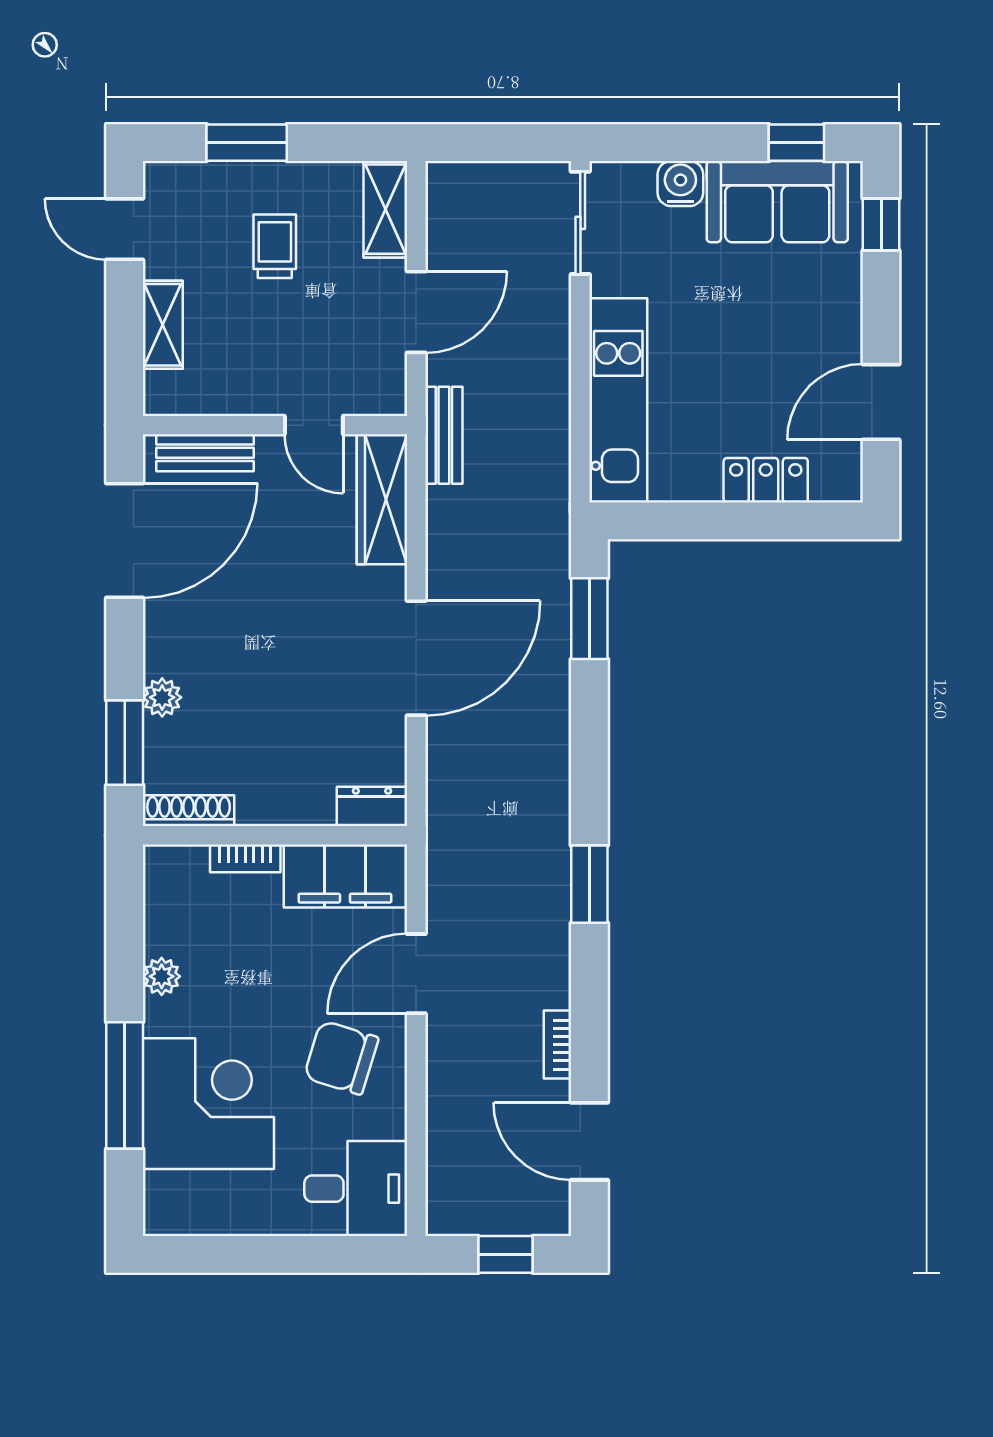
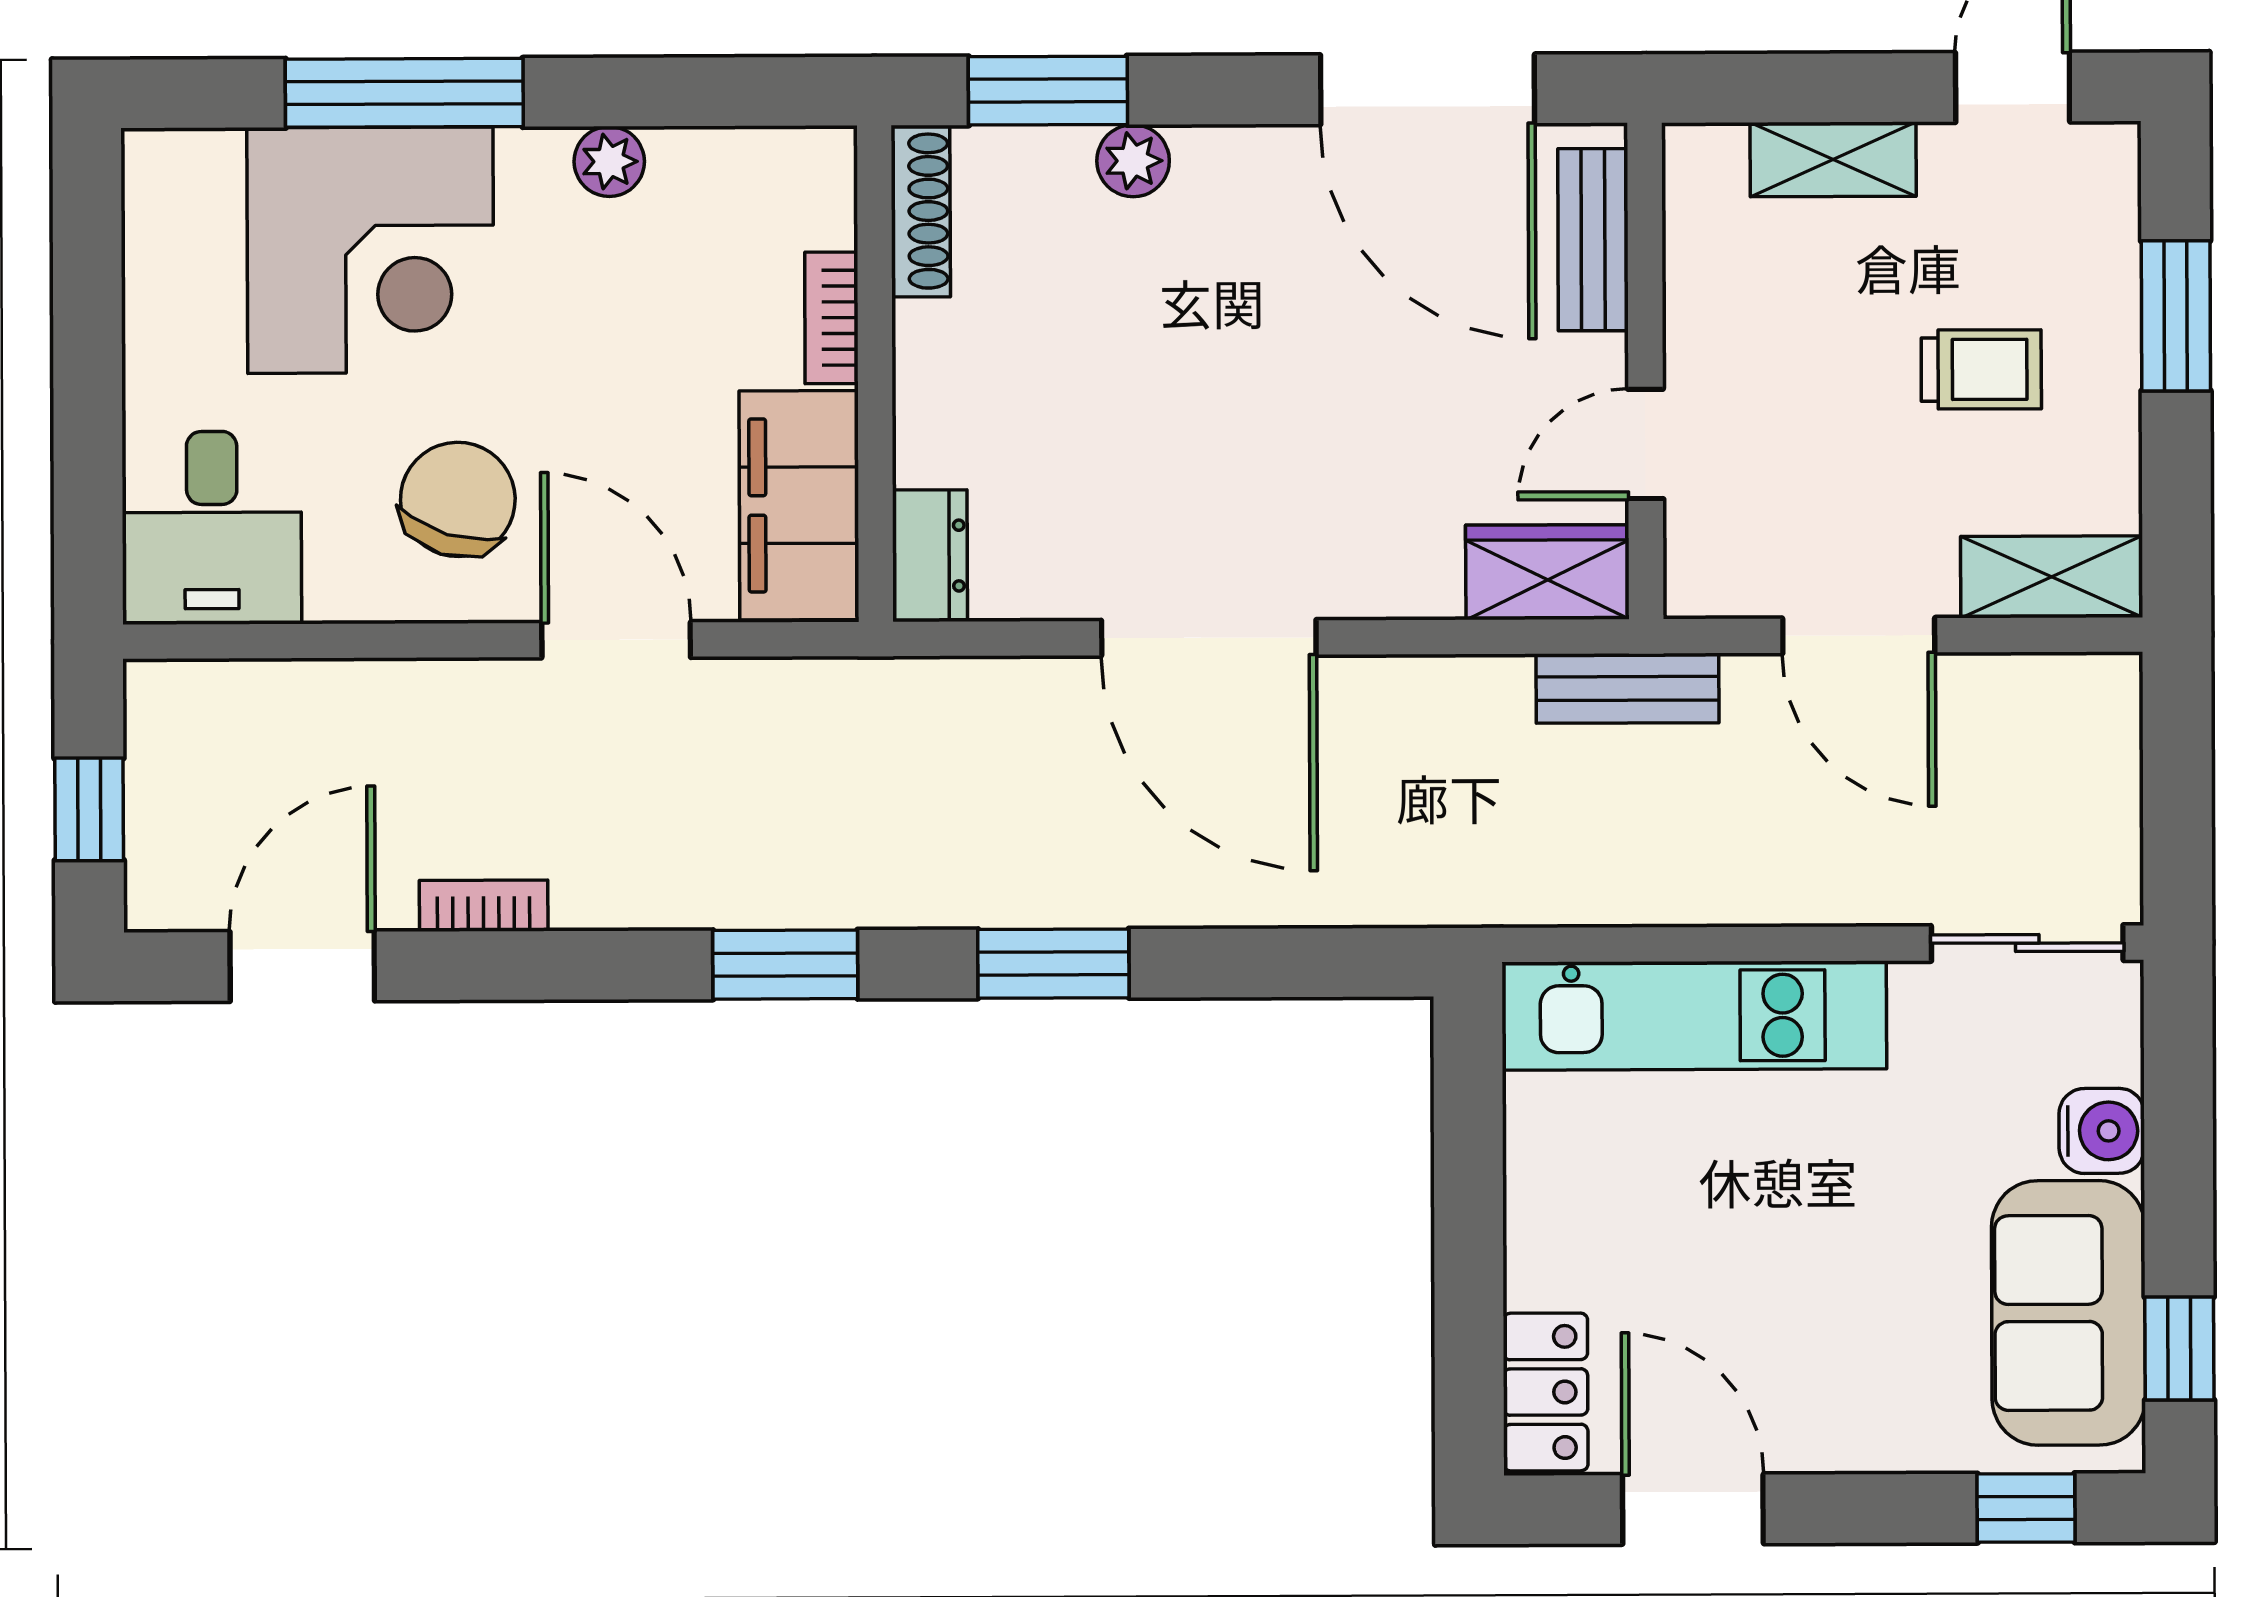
locker: (766, 480) -> (1546, 1392), moved
wardrobe: (382, 499) -> (1547, 572), width x0.67
window: (589, 619) -> (1053, 964), moved

